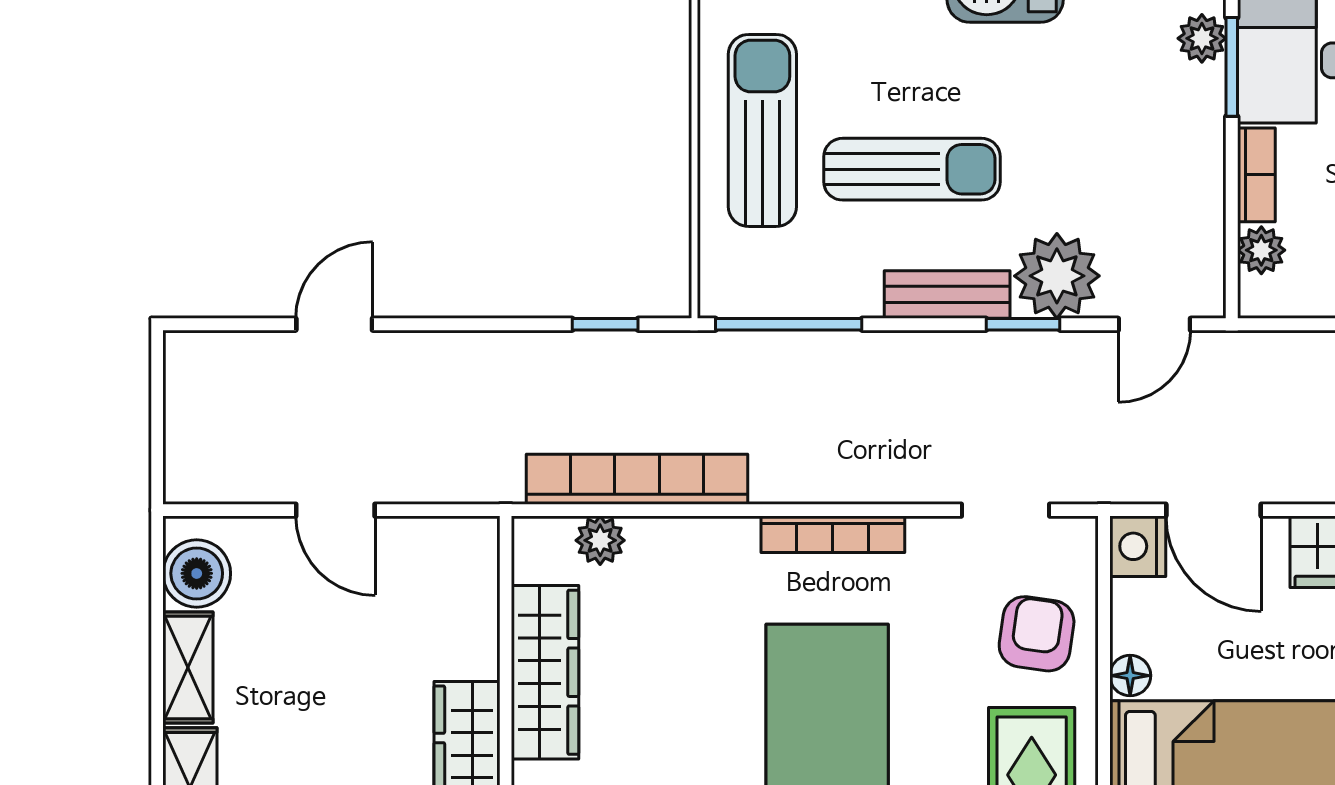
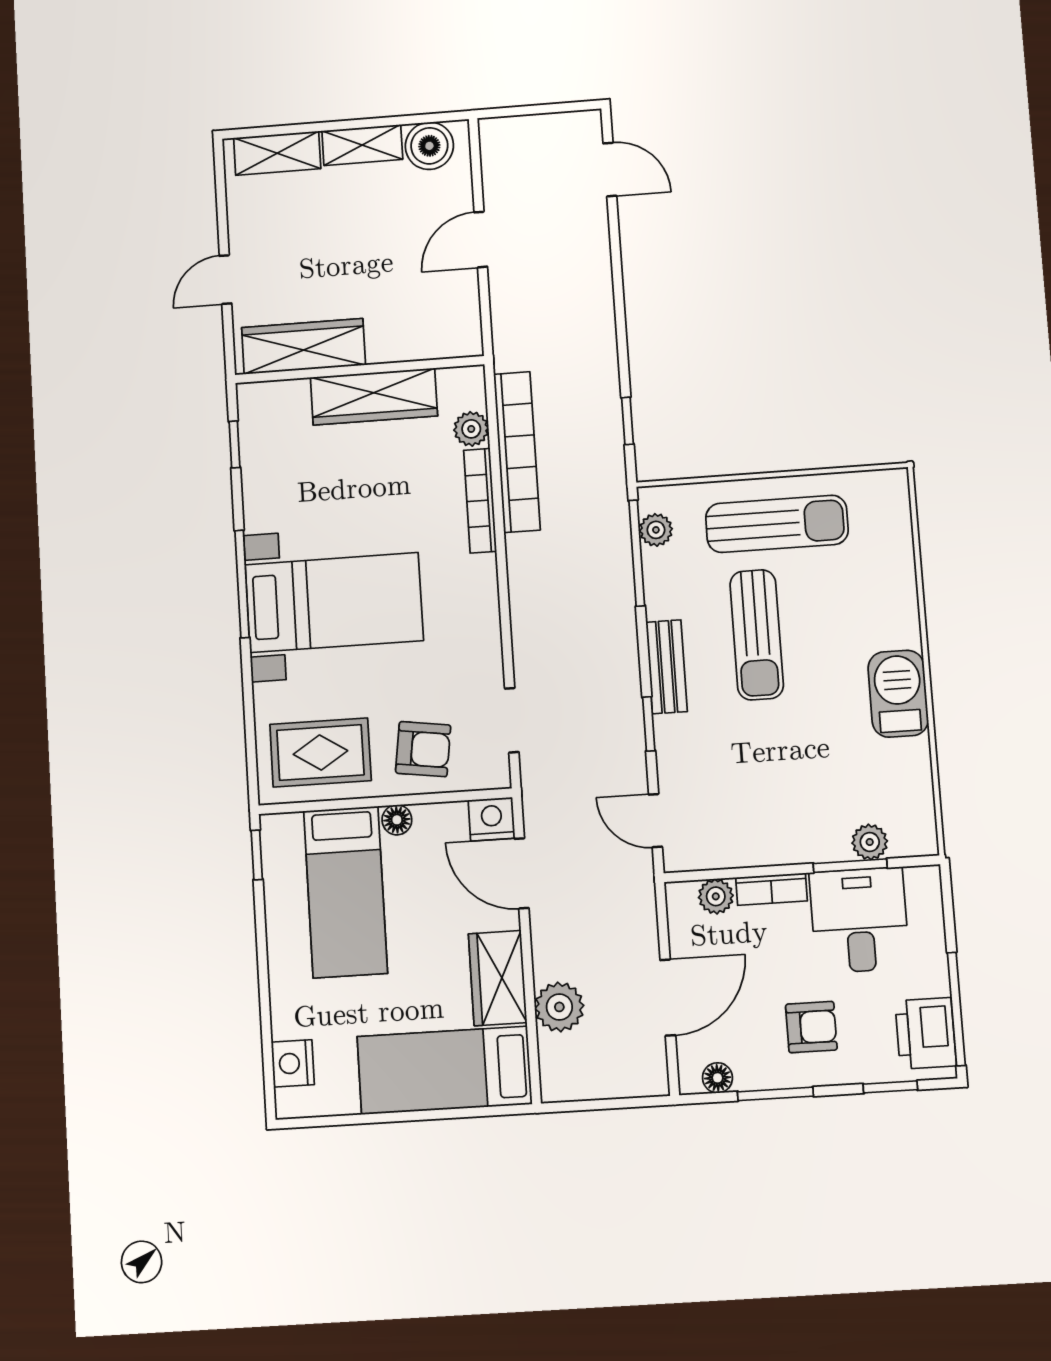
plant: (1057, 276) -> (656, 530), moved, width x0.53, depth x0.53
door: (334, 324) -> (610, 170), moved
door: (1213, 510) -> (522, 873), hinge flipped
bookcase: (833, 534) -> (480, 501), moved

